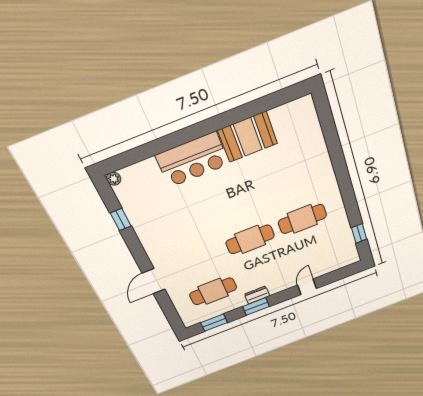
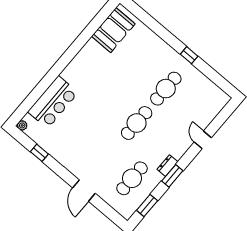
booth: (248, 137) -> (113, 30), moved
bar counter: (192, 160) -> (53, 102), moved
window: (359, 233) -> (189, 55), moved

